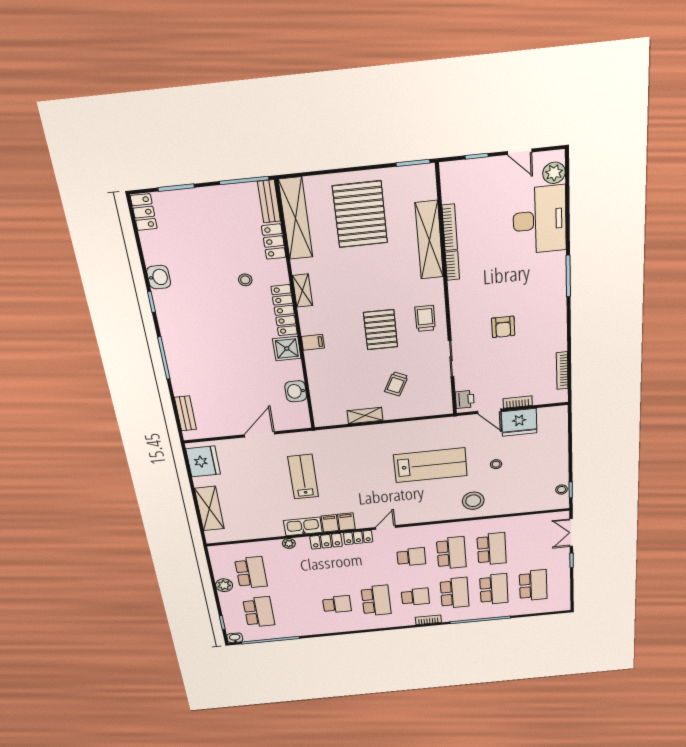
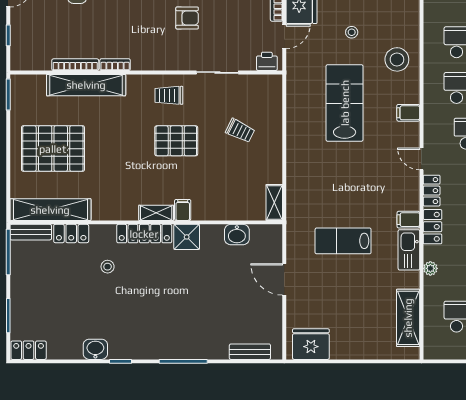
shelving: (302, 291) -> (156, 213), moved
shelving: (365, 416) -> (274, 202), moved
shelving: (209, 509) -> (408, 318), moved, turned 90
filing cabinet: (346, 522) -> (408, 113), moved

